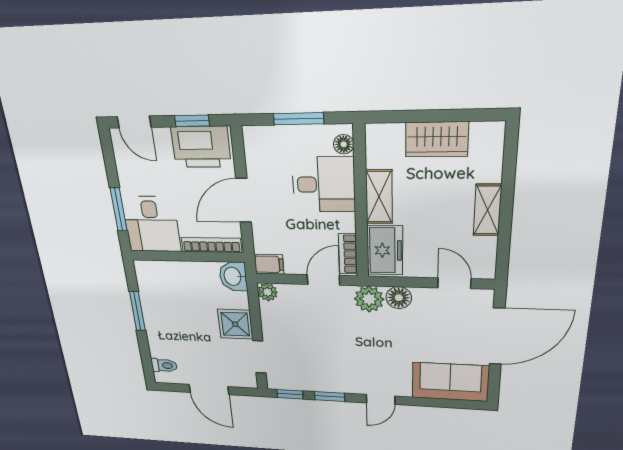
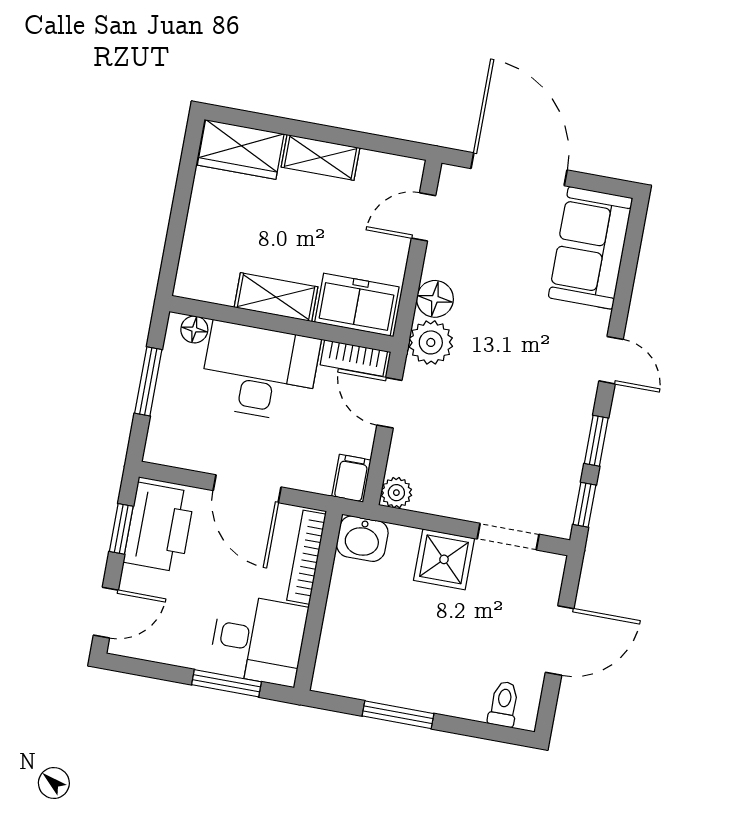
wardrobe: (437, 139) -> (241, 149), moved, turned 90
desk: (324, 185) -> (260, 372), width x1.37

